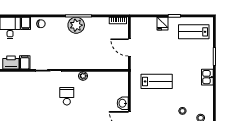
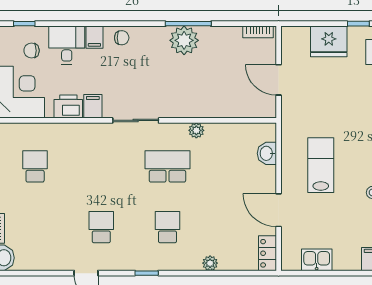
fridge: (162, 24) -> (329, 41), width x1.88, depth x1.34
lab bench: (157, 81) -> (321, 165), moved, turned -90
school desk: (67, 96) -> (167, 166), width x1.85
washbasin: (123, 103) -> (267, 153), moved

